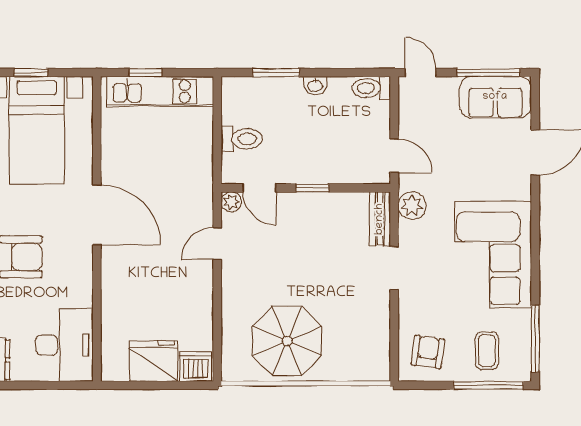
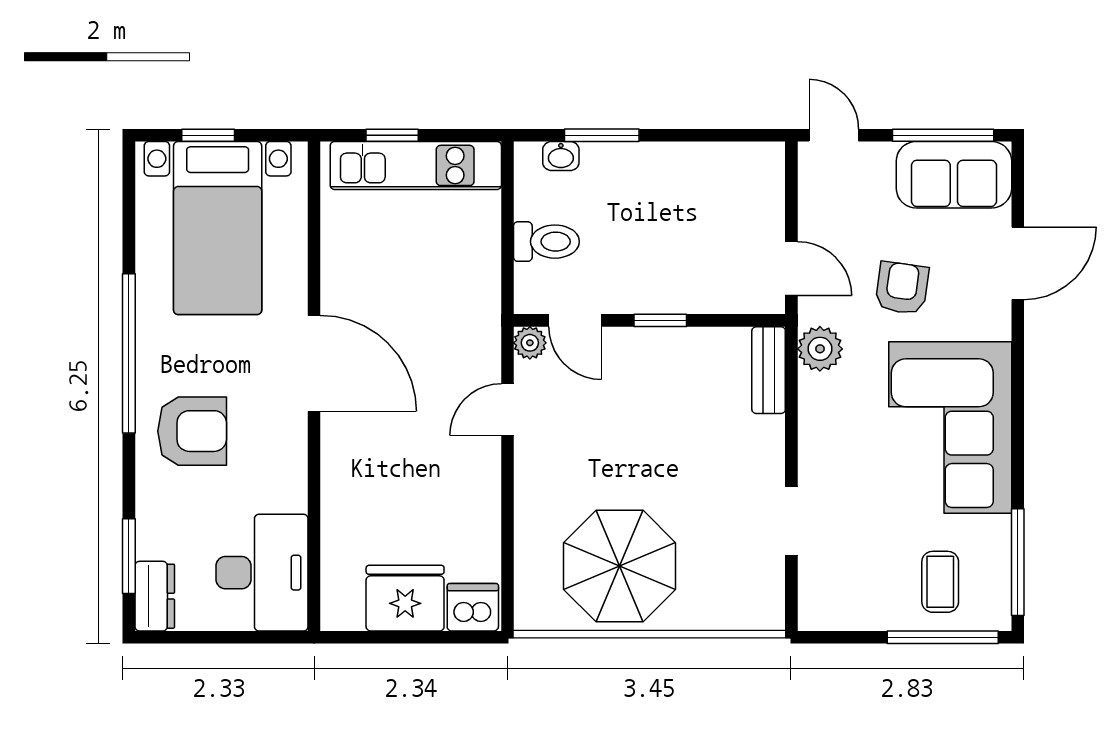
washbasin: (315, 86) -> (561, 156), moved
toilet: (371, 88) -> (755, 160), removed
doorway: (394, 268) -> (791, 521), moved
armchair: (428, 352) -> (902, 288), moved

